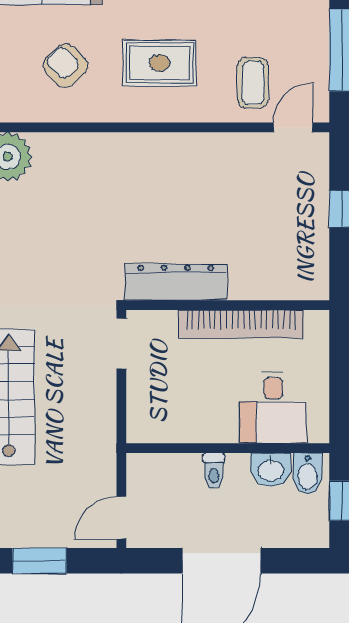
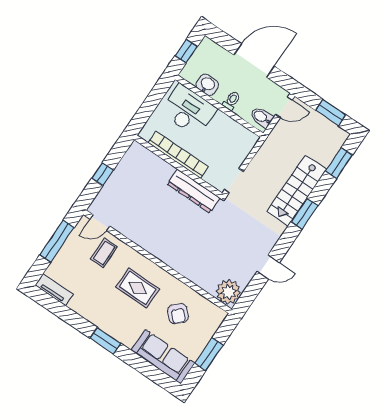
desk: (273, 407) -> (188, 110), width x1.37
bidet: (308, 474) -> (262, 117), moved, turned -90

